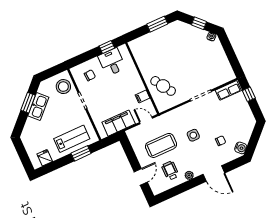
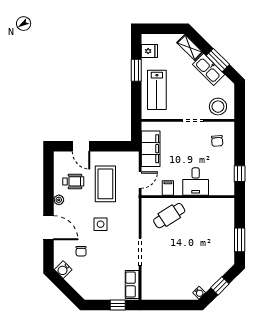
desk: (112, 62) -> (196, 181), moved, turned 90
shelving: (28, 128) -> (190, 47), added
window: (81, 153) -> (136, 70), moved
door: (214, 174) -> (49, 228), swing flipped

